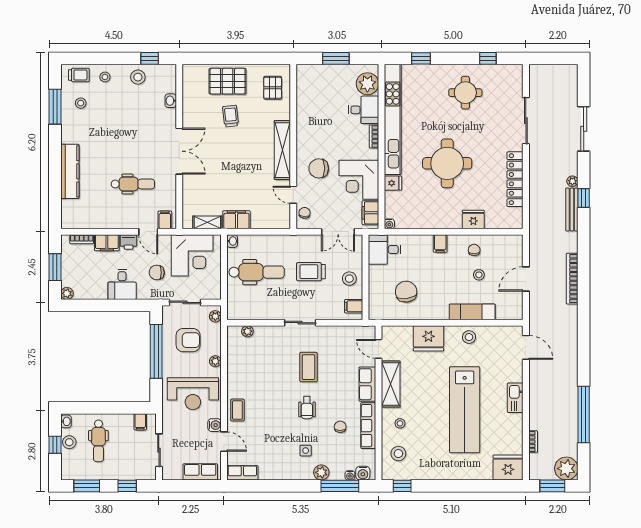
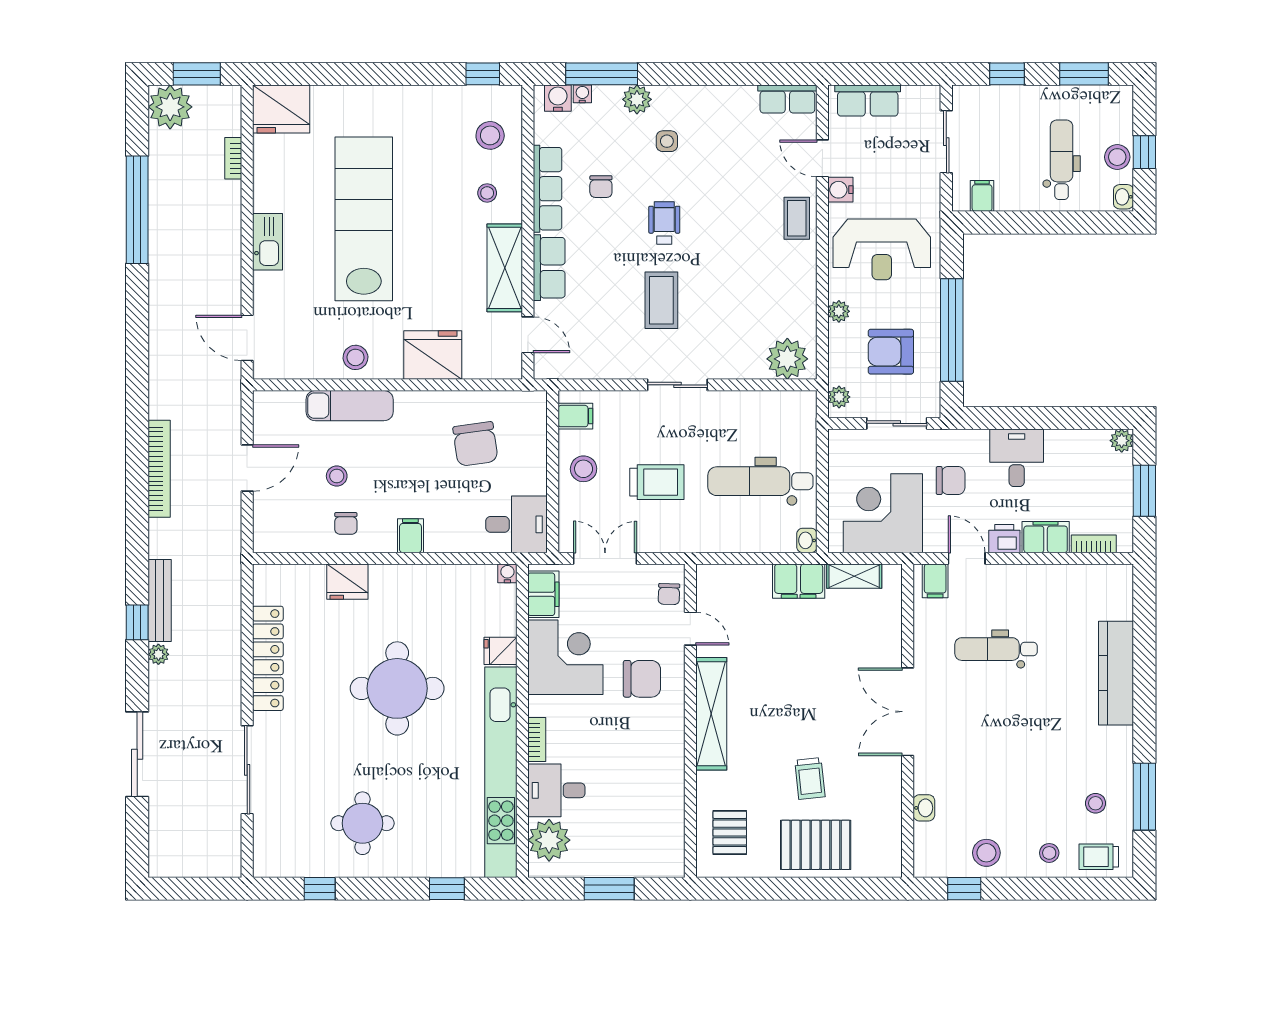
plant: (247, 331) -> (787, 359), width x1.88, depth x1.88
reception desk: (193, 394) -> (882, 249), turned 180

